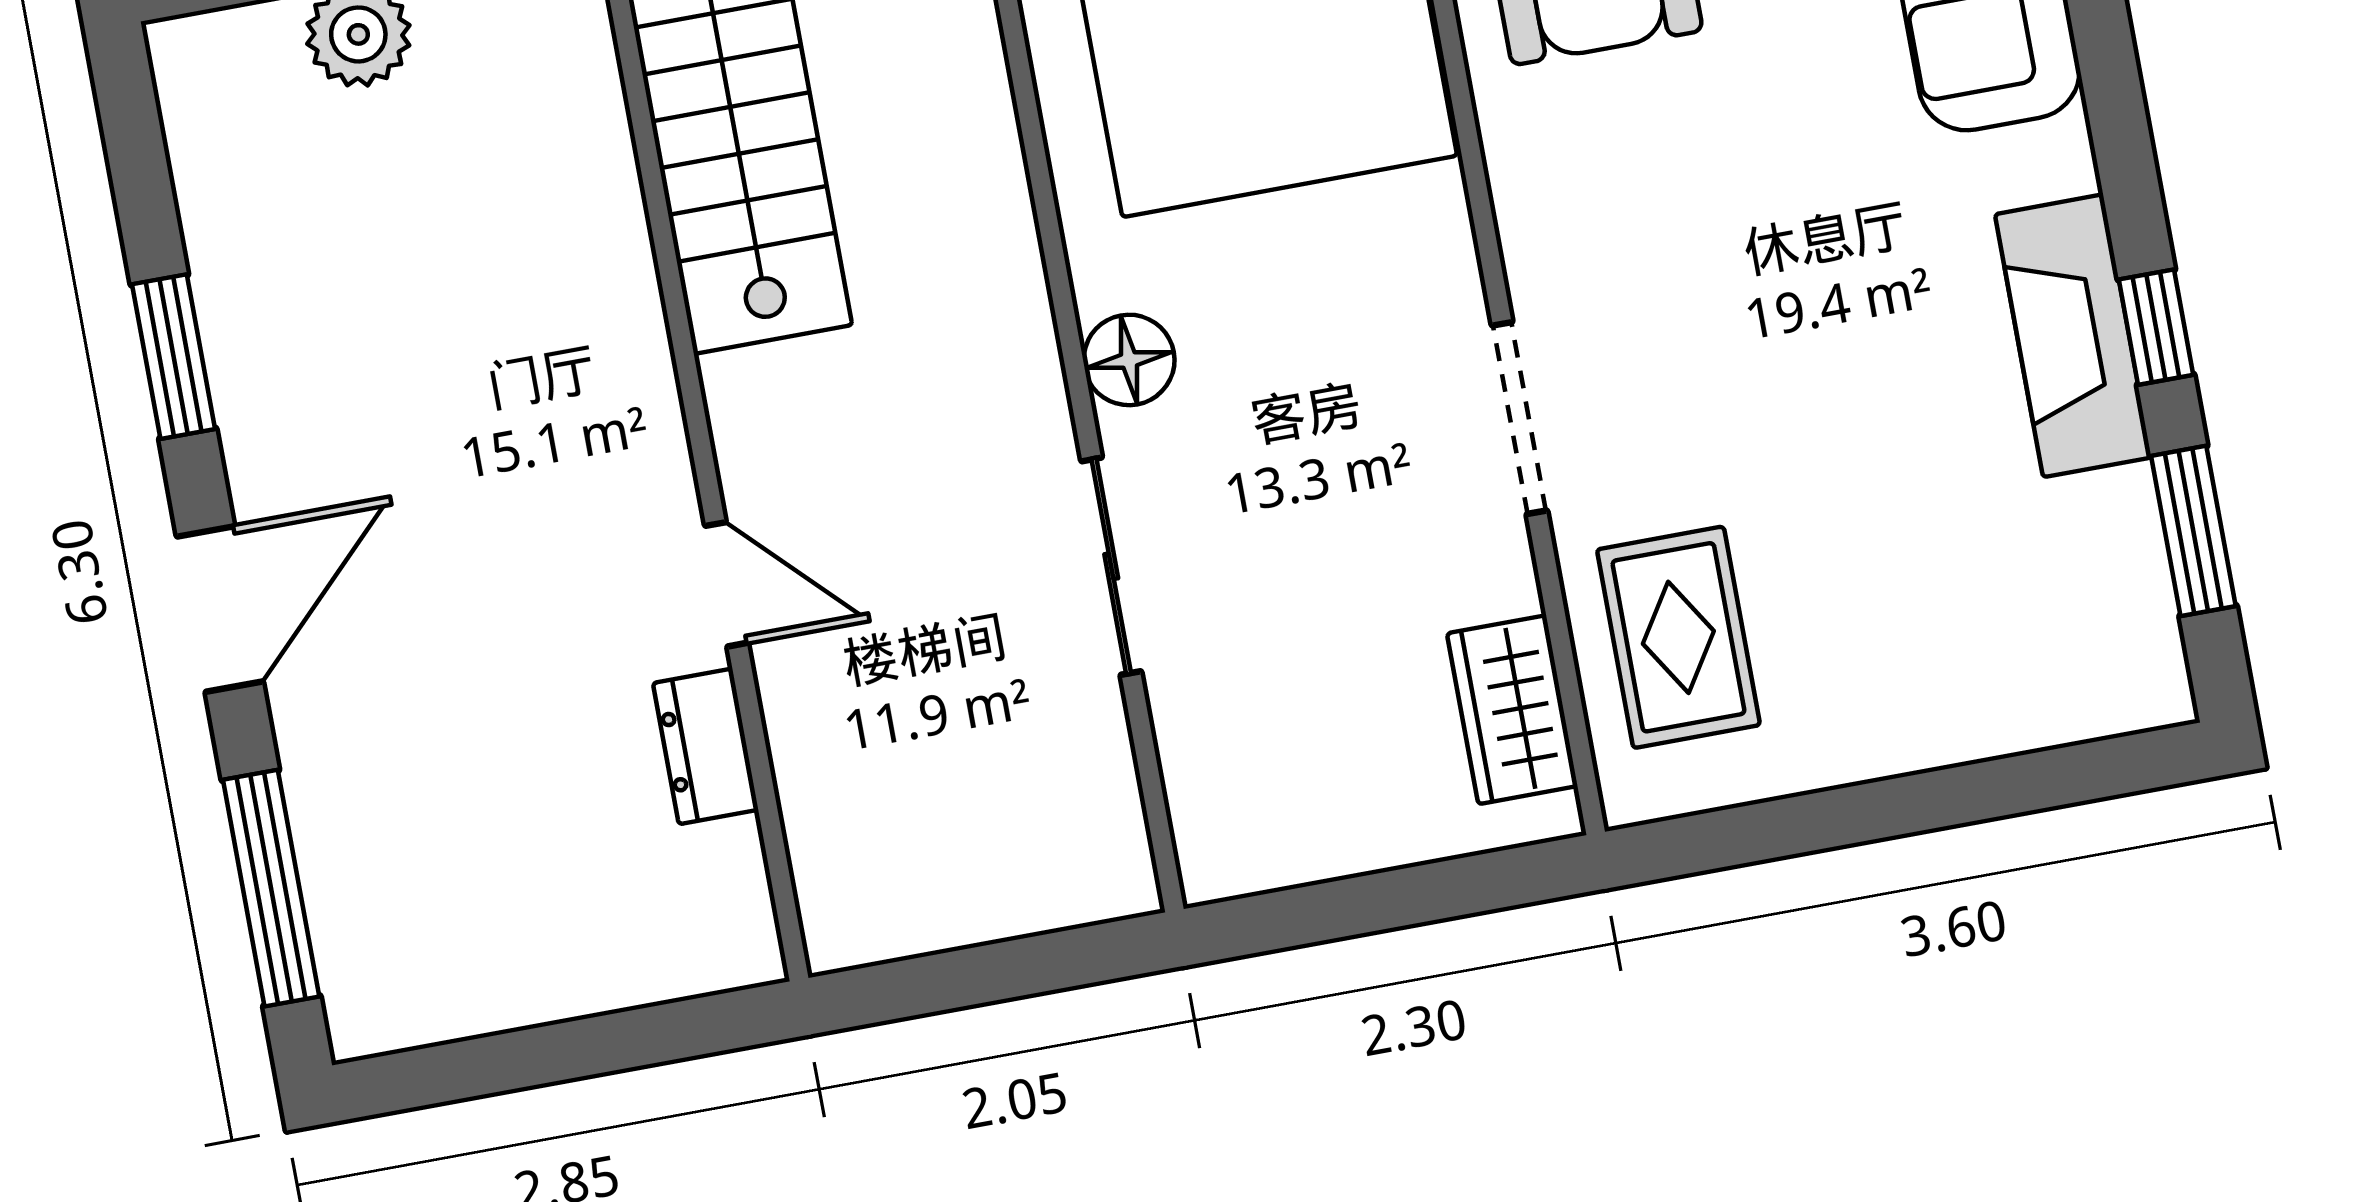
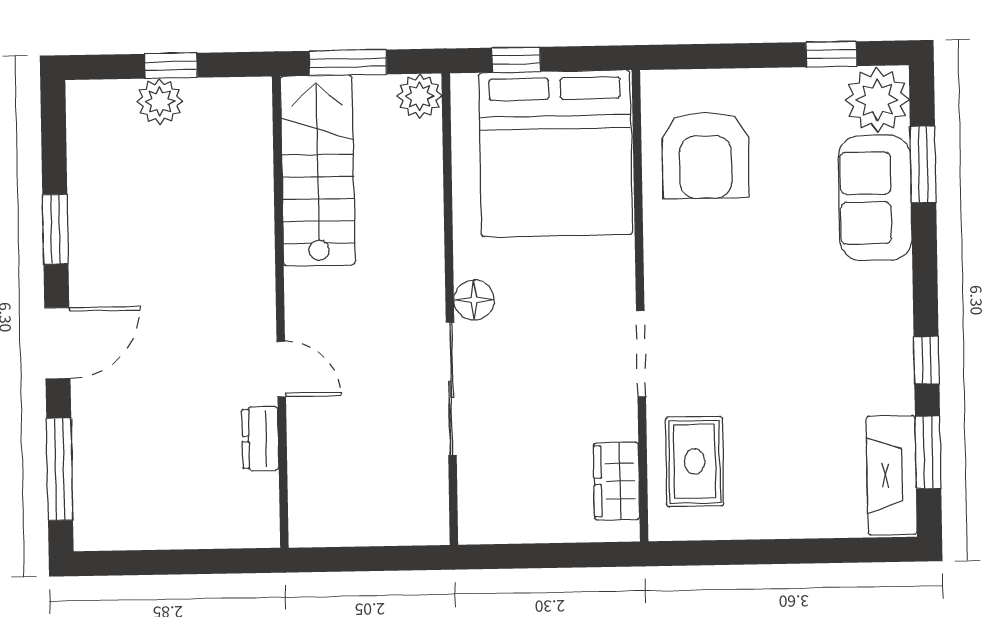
fireplace: (2073, 336) -> (892, 475), moved
sliding door: (1111, 566) -> (451, 389), width x1.37

